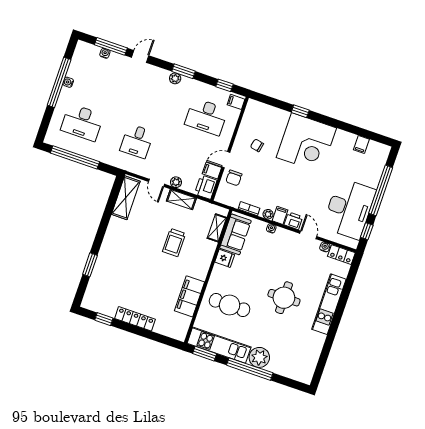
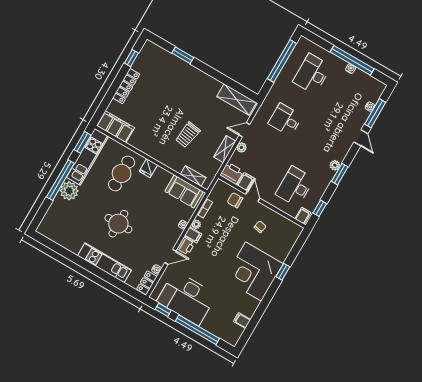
trolley: (174, 243) -> (188, 135), turned -81
fridge: (225, 258) -> (148, 168), moved
filing cabinet: (189, 296) -> (115, 127), moved

